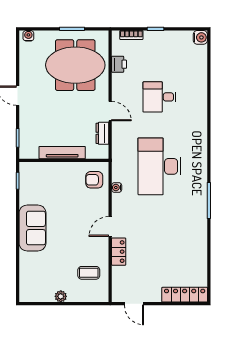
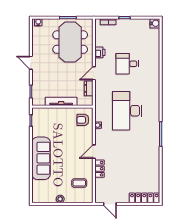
printer: (119, 64) -> (100, 52), moved
meeting table: (75, 65) -> (70, 42), turned 90
door: (110, 111) -> (94, 73), swing flipped
sofa: (32, 228) -> (41, 158), width x1.36

